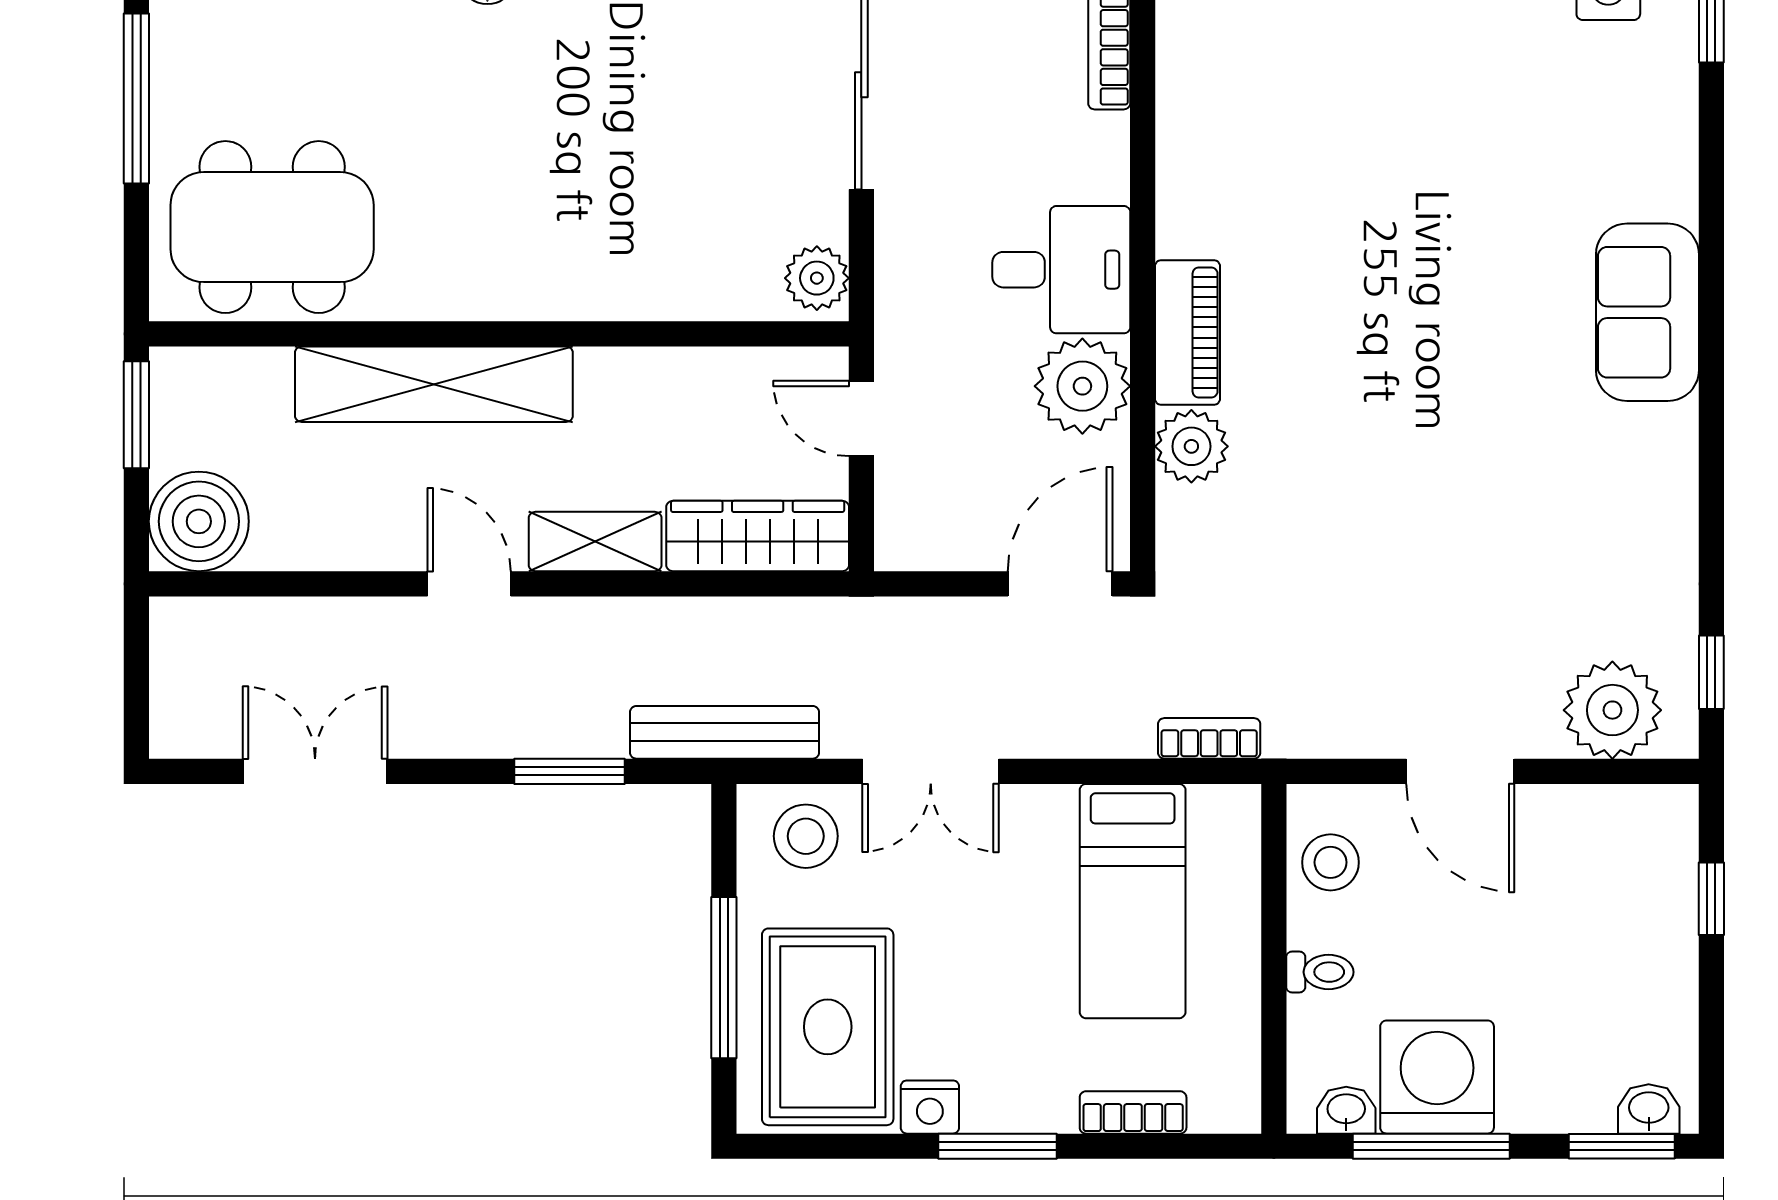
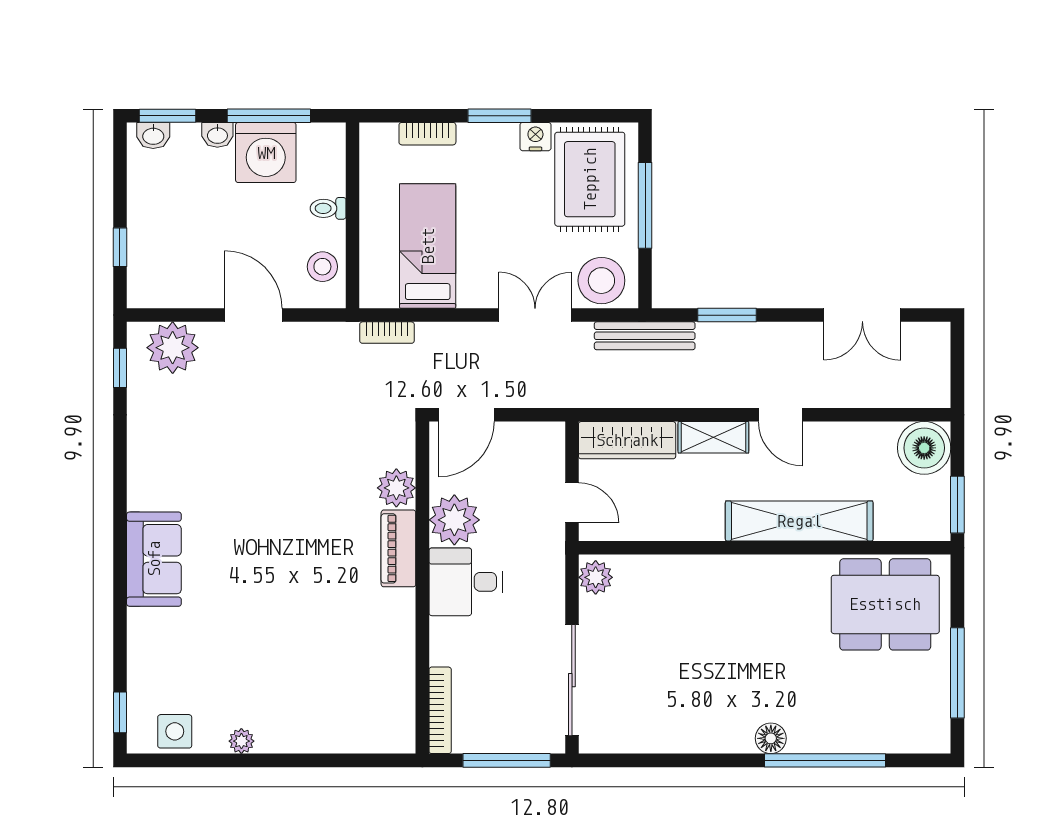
stool: (806, 836) -> (601, 281), width x1.38, depth x1.38
washbasin: (1346, 1110) -> (217, 135), moved

